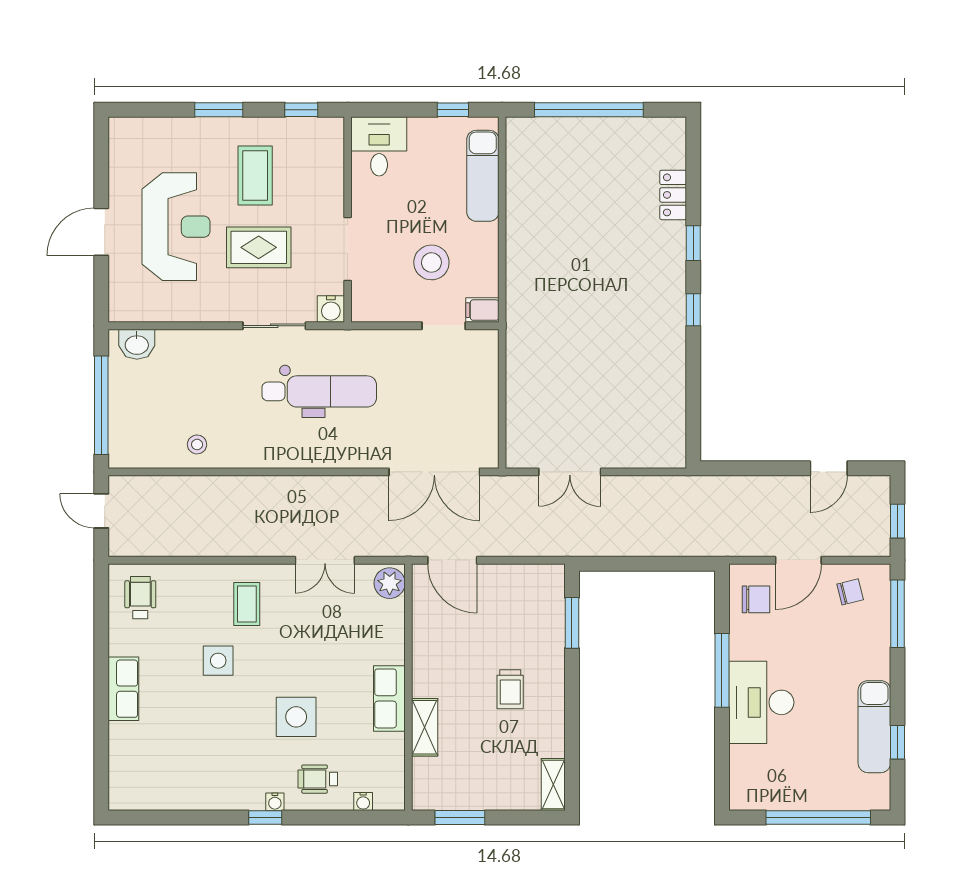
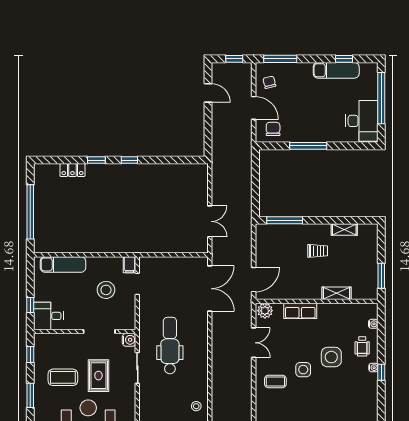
window: (453, 110) -> (30, 305), moved
window: (572, 623) -> (285, 220), width x1.44
side table: (218, 661) -> (303, 370), moved
row of seats: (389, 698) -> (300, 311), moved
desk: (761, 702) -> (362, 121), moved, turned -90
shelving: (553, 785) -> (344, 230), moved

